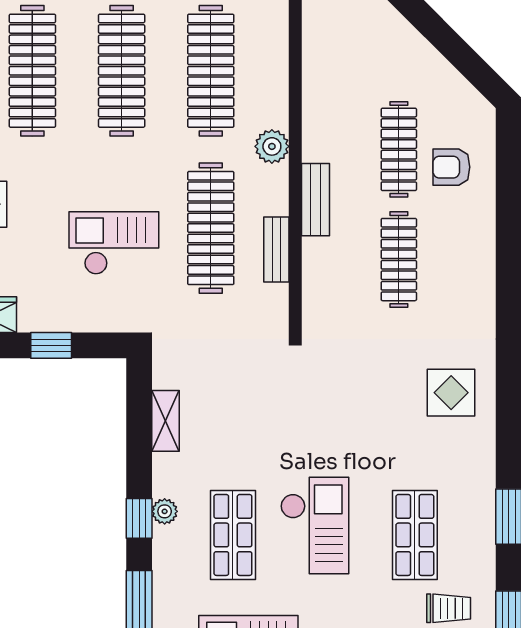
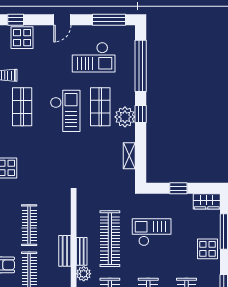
checkout: (114, 243) -> (152, 232), turned 180
bench: (276, 249) -> (82, 251), moved
plant: (165, 511) -> (125, 117), width x1.88, depth x1.88
checkout: (315, 526) -> (65, 111), turned 180

